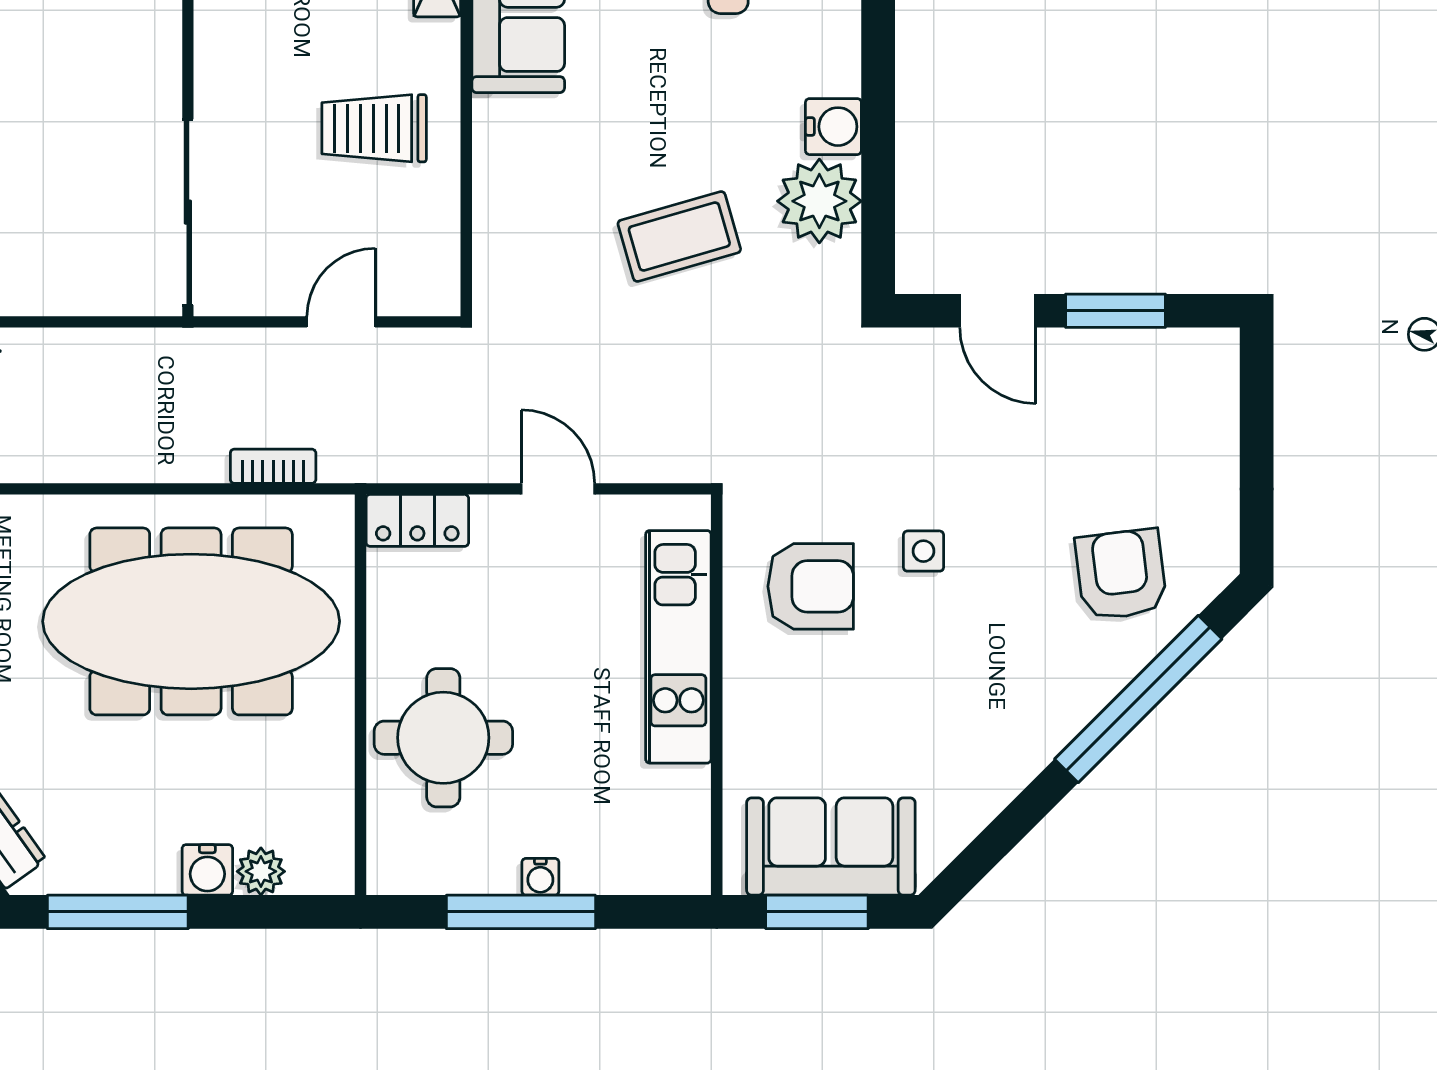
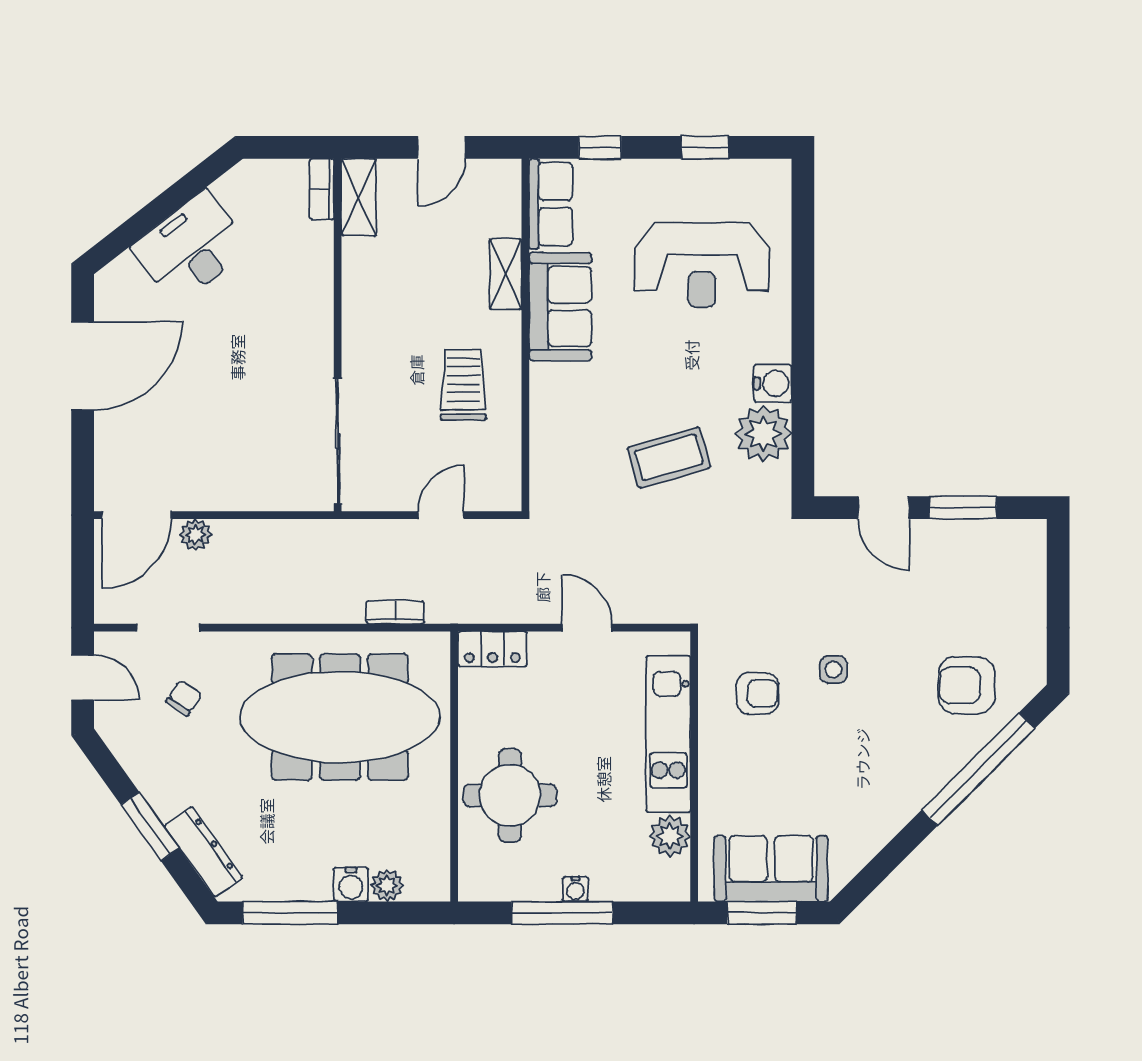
trolley: (374, 128) -> (463, 385), turned 90
armchair: (1121, 574) -> (967, 685), turned -83
armchair: (811, 586) -> (757, 693), width x0.72, depth x0.72
plant: (681, 798) -> (670, 836), added

